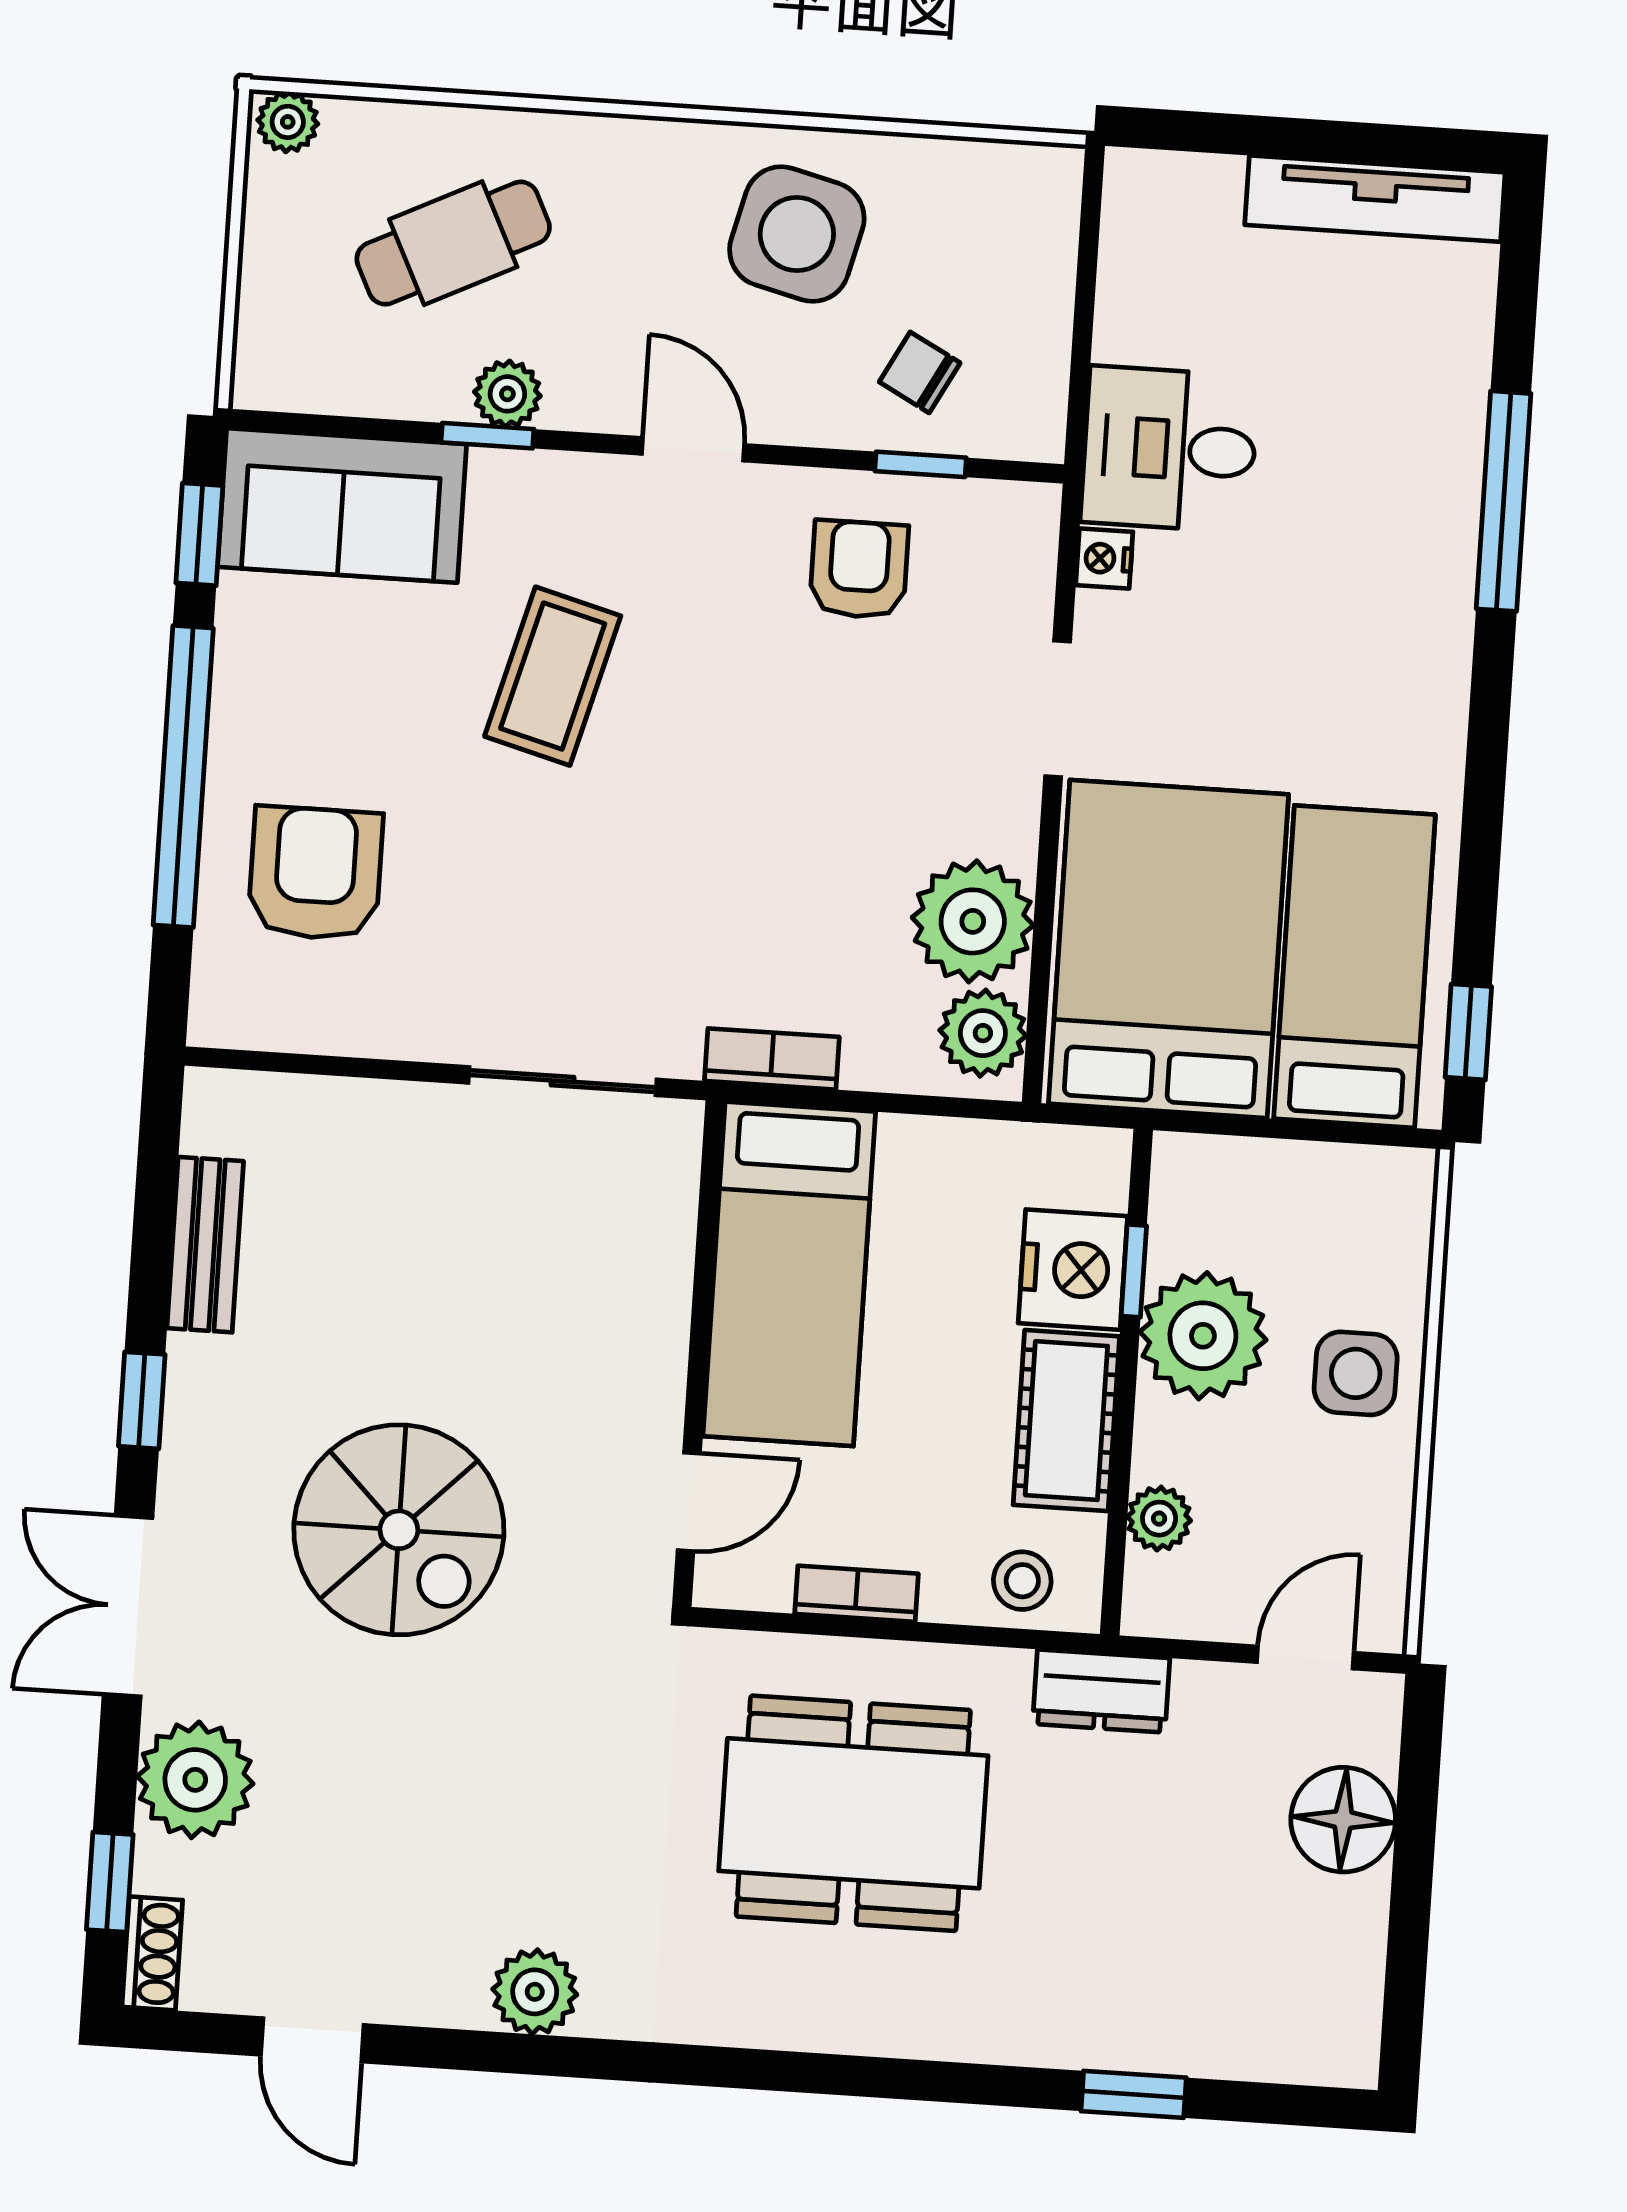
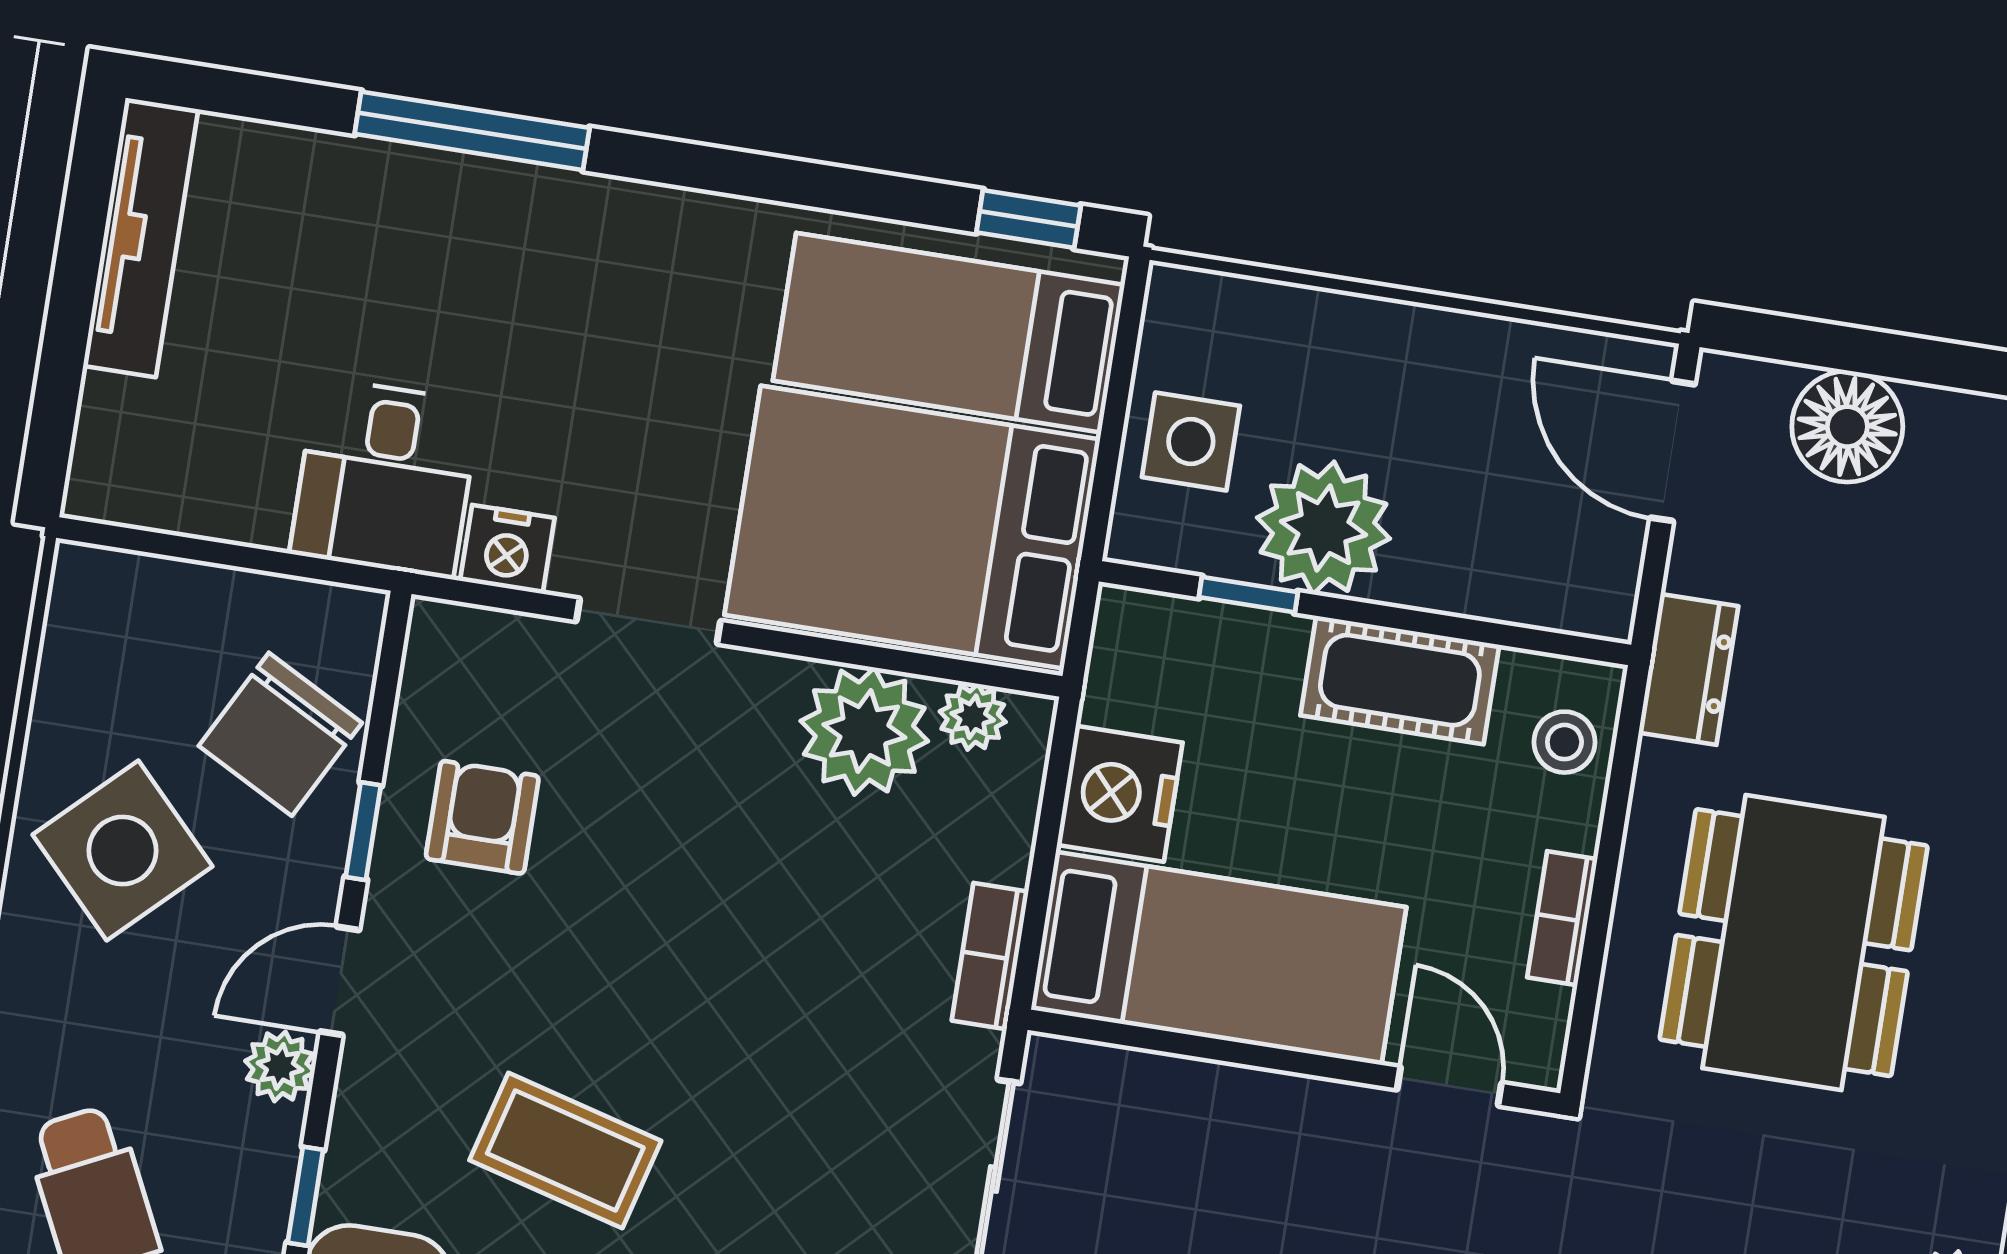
side table: (797, 234) -> (123, 851), turned 32
chair: (920, 372) -> (280, 734), width x1.87, depth x1.87
plant: (507, 394) -> (280, 1066), moved
window: (921, 464) -> (363, 831), moved
nightstand: (1104, 558) -> (507, 549), width x1.39, depth x1.35
armchair: (859, 570) -> (482, 817), turned 90
plant: (983, 1033) -> (973, 717), width x0.73, depth x0.73
nightstand: (1073, 1270) -> (1120, 794), moved, turned -90
side table: (1356, 1373) -> (1191, 441), moved
plant: (1159, 1519) -> (1512, 592), removed
door: (1305, 1657) -> (1673, 451), width x1.38

